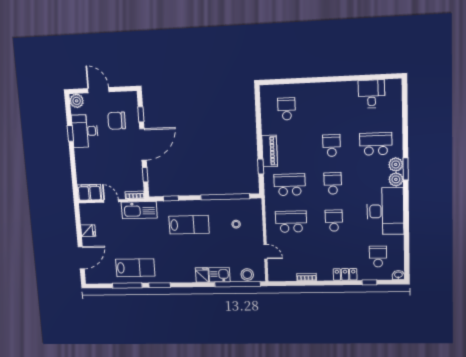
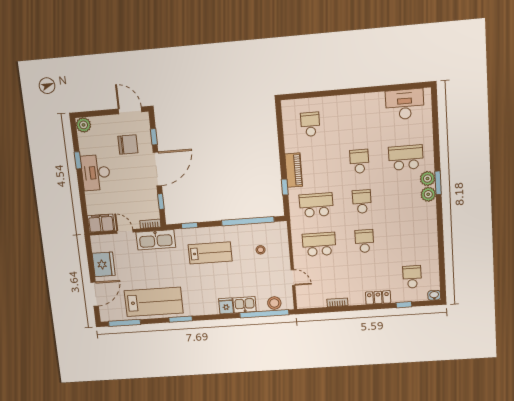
door: (98, 90) -> (130, 110), moved
desk: (371, 94) -> (405, 104), width x1.37
chair: (117, 121) -> (128, 145), turned 180
desk: (85, 131) -> (96, 173), moved
desk: (385, 211) -> (418, 228), removed
fridge: (88, 231) -> (104, 264), width x1.88, depth x1.34
lab bench: (135, 268) -> (154, 302), width x1.36, depth x1.39
window: (127, 286) -> (125, 323), moved

